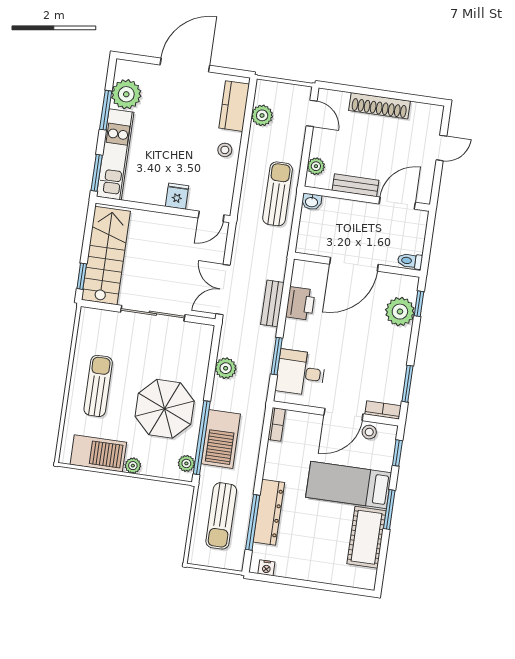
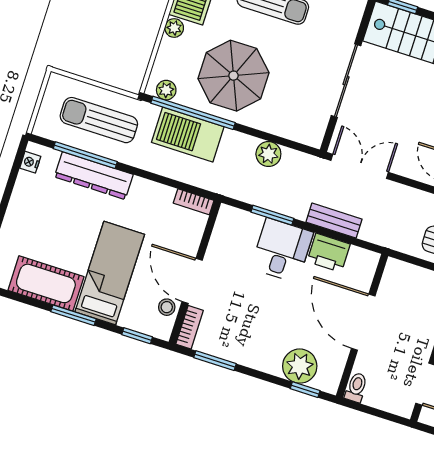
desk: (301, 373) -> (282, 250), moved

